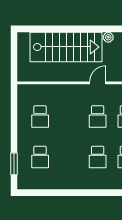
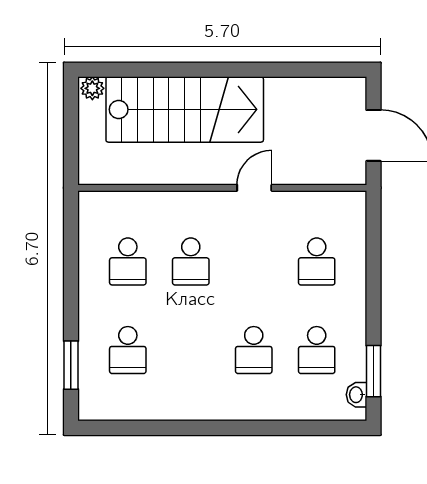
plant: (108, 37) -> (92, 88), moved
school desk: (98, 116) -> (191, 261), moved

